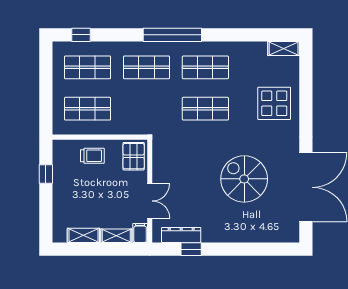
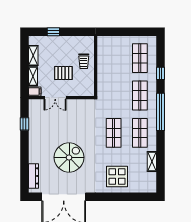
window: (81, 35) -> (160, 73), moved
shelving: (284, 49) -> (152, 161), moved
shop shelf: (88, 109) -> (114, 58), removed
pallet: (134, 156) -> (63, 73), moved
window: (46, 174) -> (53, 32), moved
dresser: (181, 235) -> (33, 176), moved

